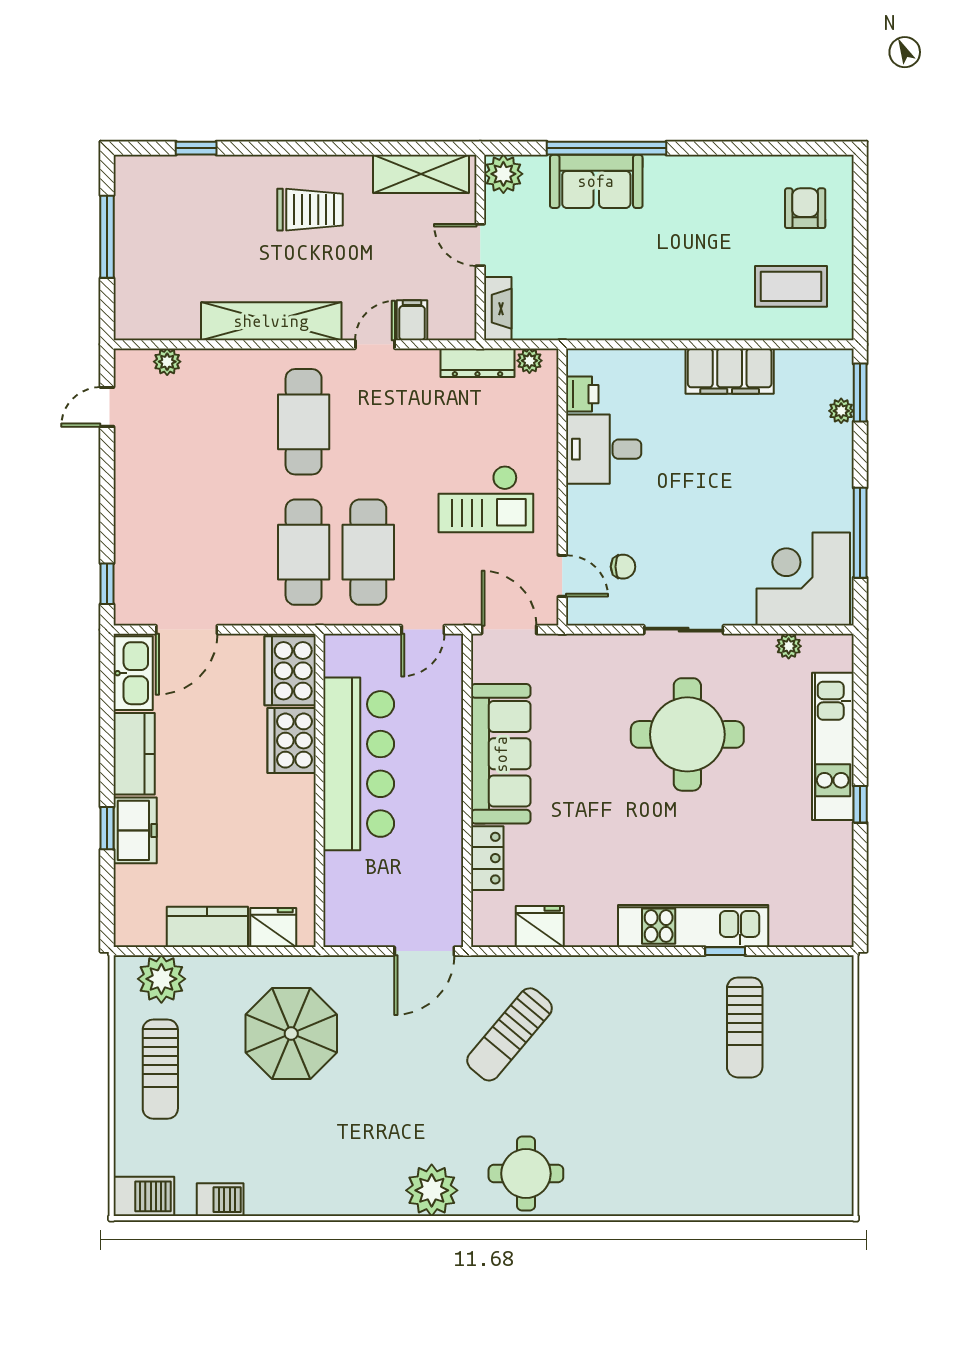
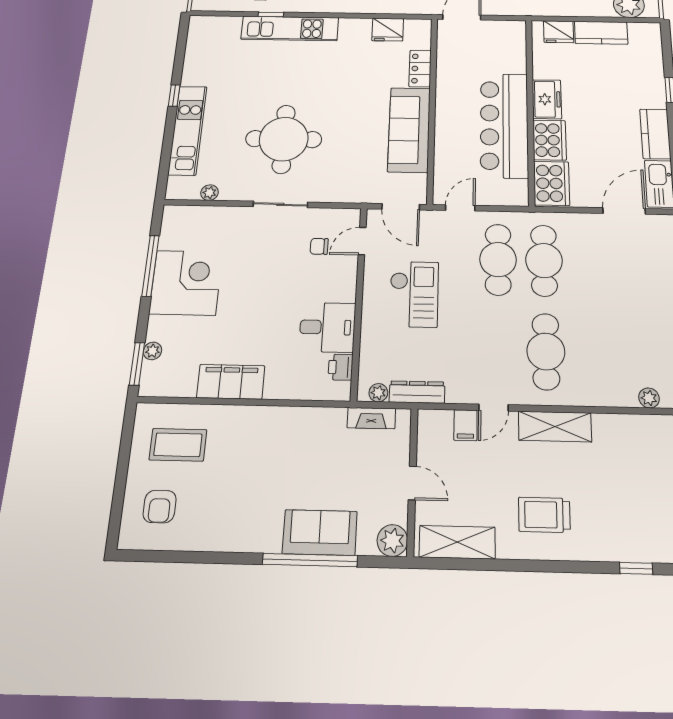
fireplace: (498, 309) -> (371, 418), moved, turned -90
shelving: (271, 321) -> (555, 427), width x0.68
checkout: (486, 499) -> (414, 294), turned 90
door: (562, 576) -> (362, 241), hinge flipped
corner desk: (803, 579) -> (186, 283), moved, turned -90
freezer: (135, 830) -> (547, 99), moved, turned 180

